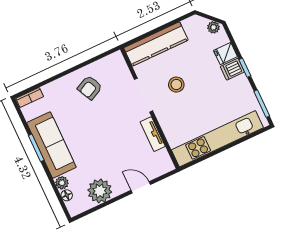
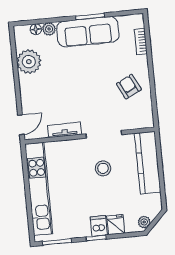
bookcase: (30, 97) -> (141, 42), moved
door: (141, 187) -> (21, 125), moved

